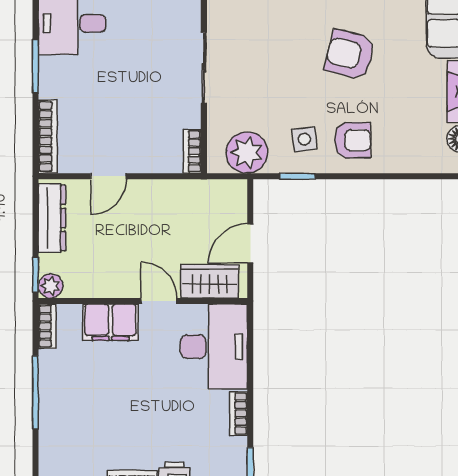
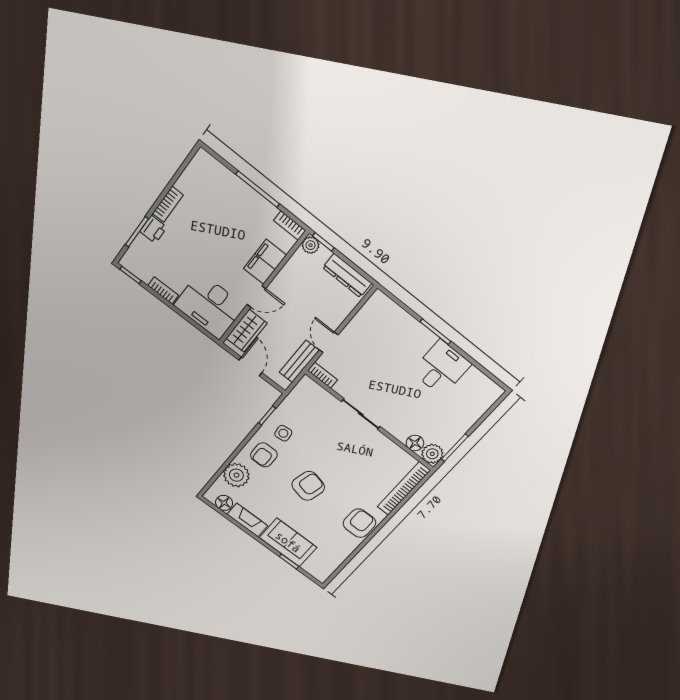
bookcase: (48, 136) -> (393, 308), removed
plant: (247, 153) -> (236, 475), moved
door: (108, 176) -> (329, 342), moved
bench: (197, 192) -> (299, 361), added

